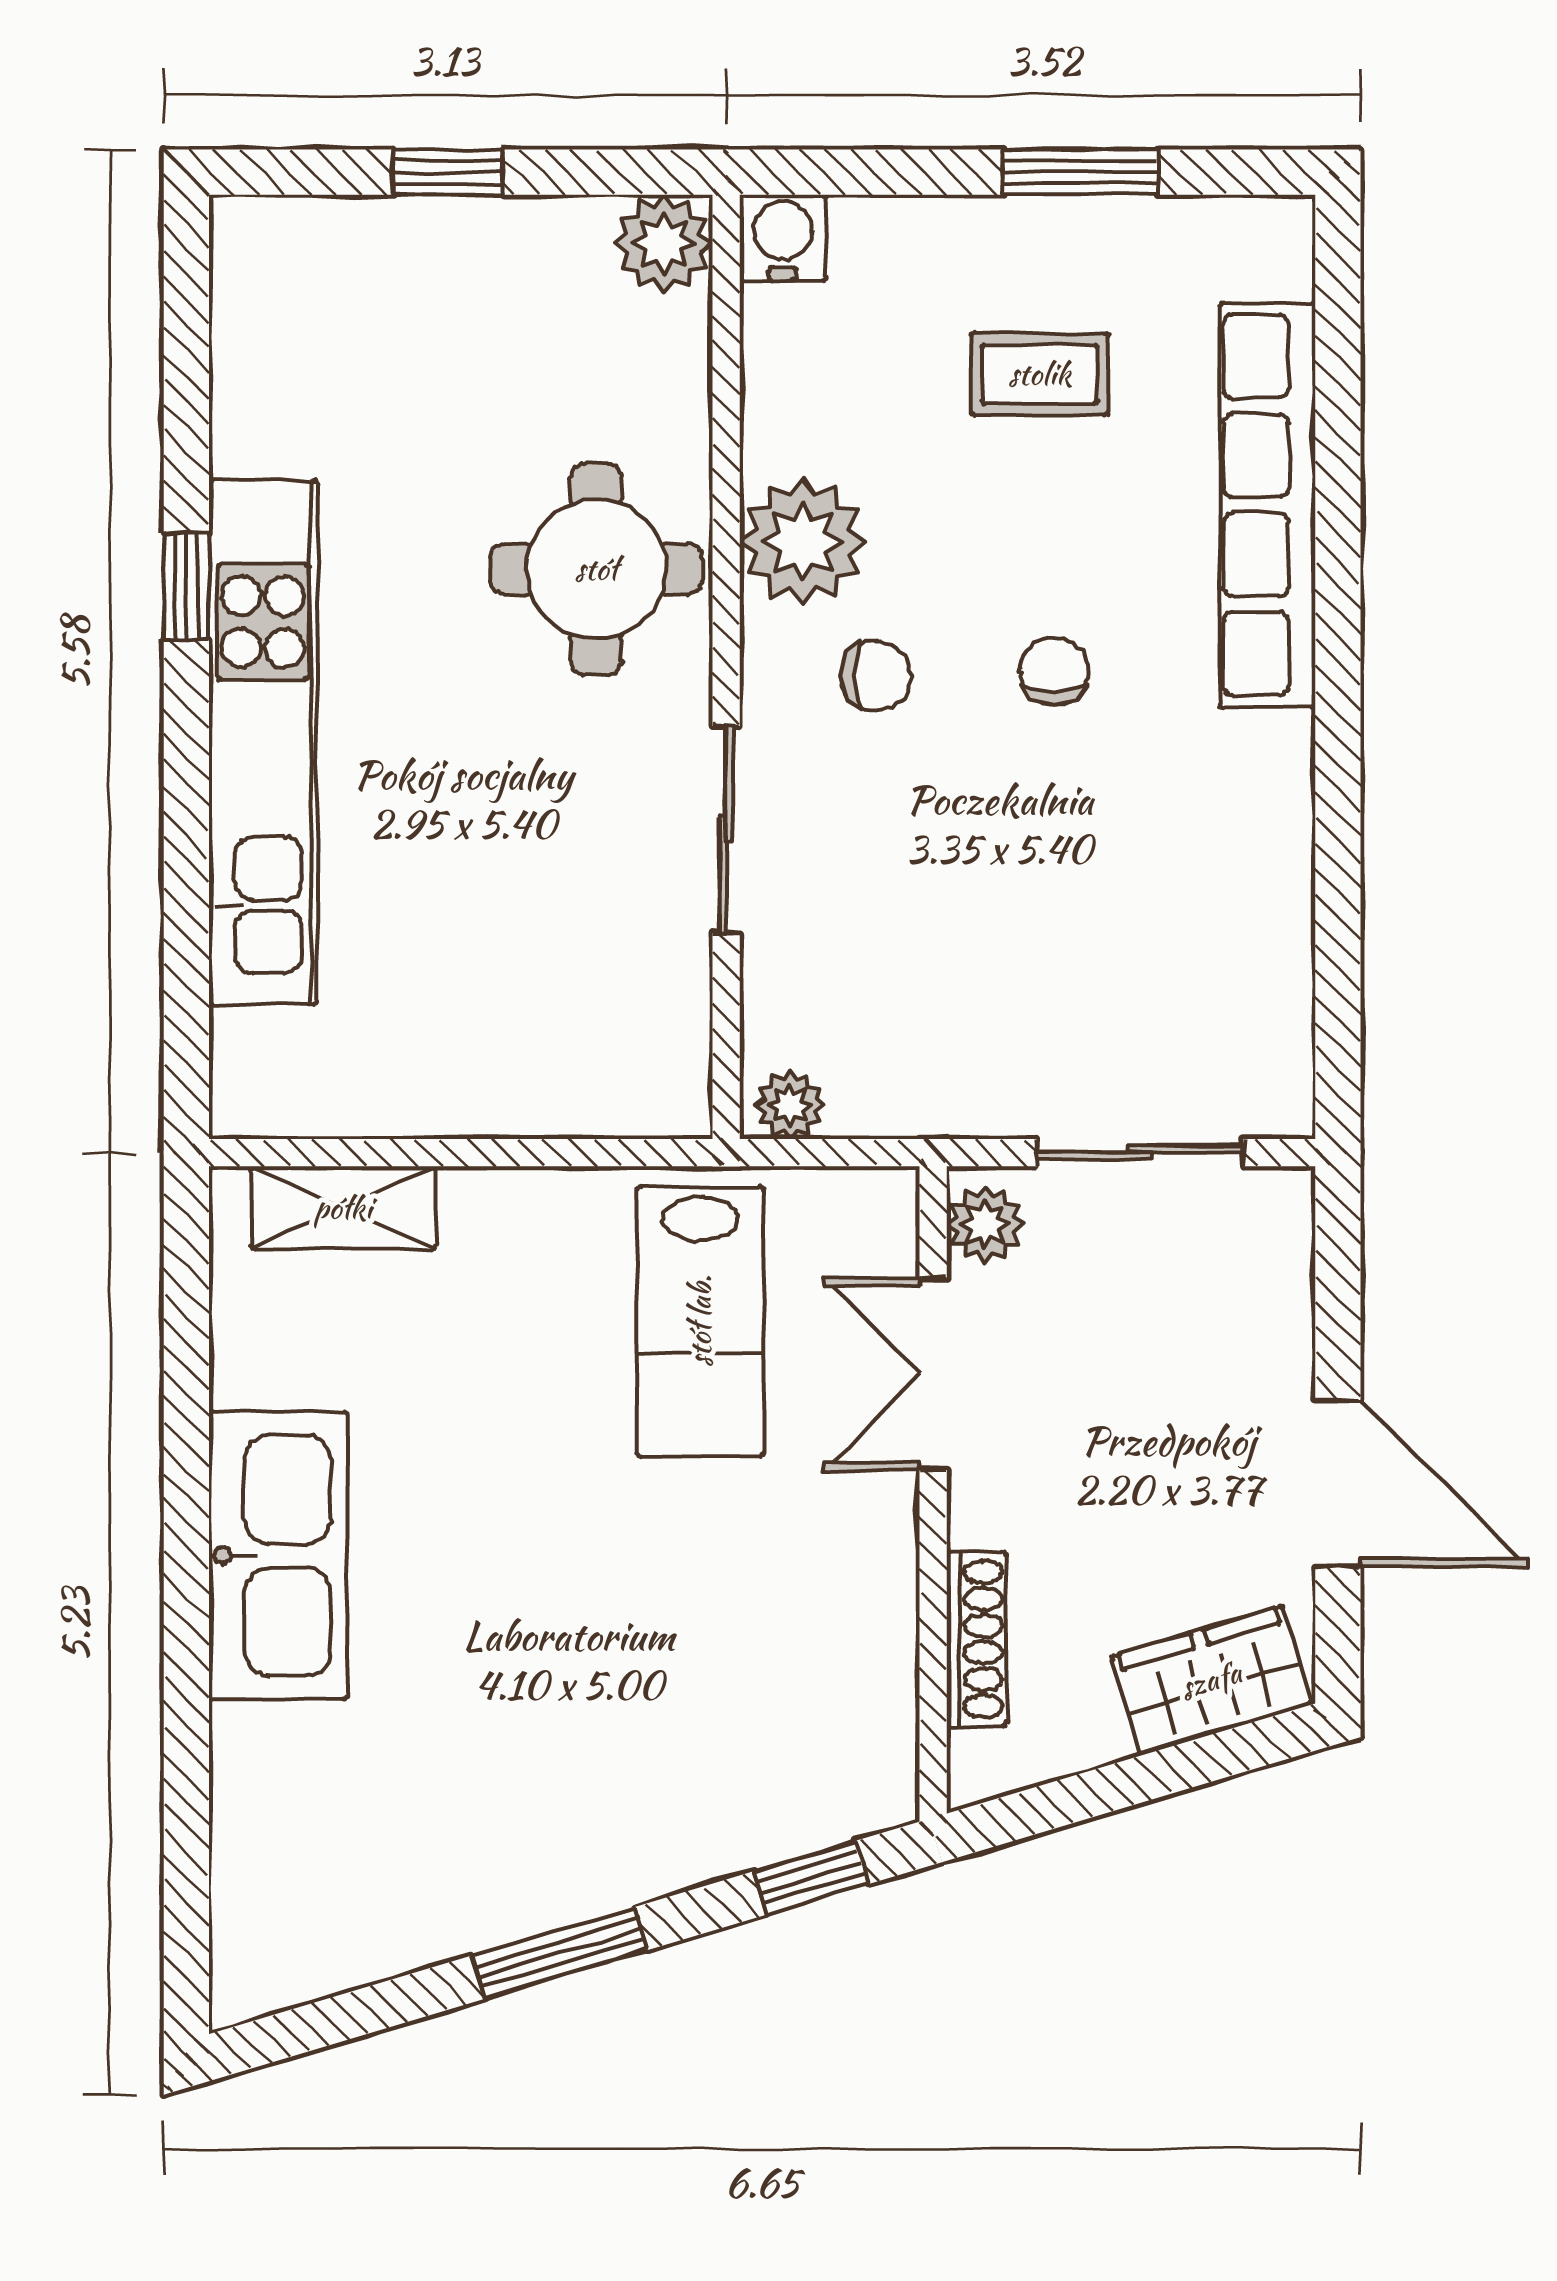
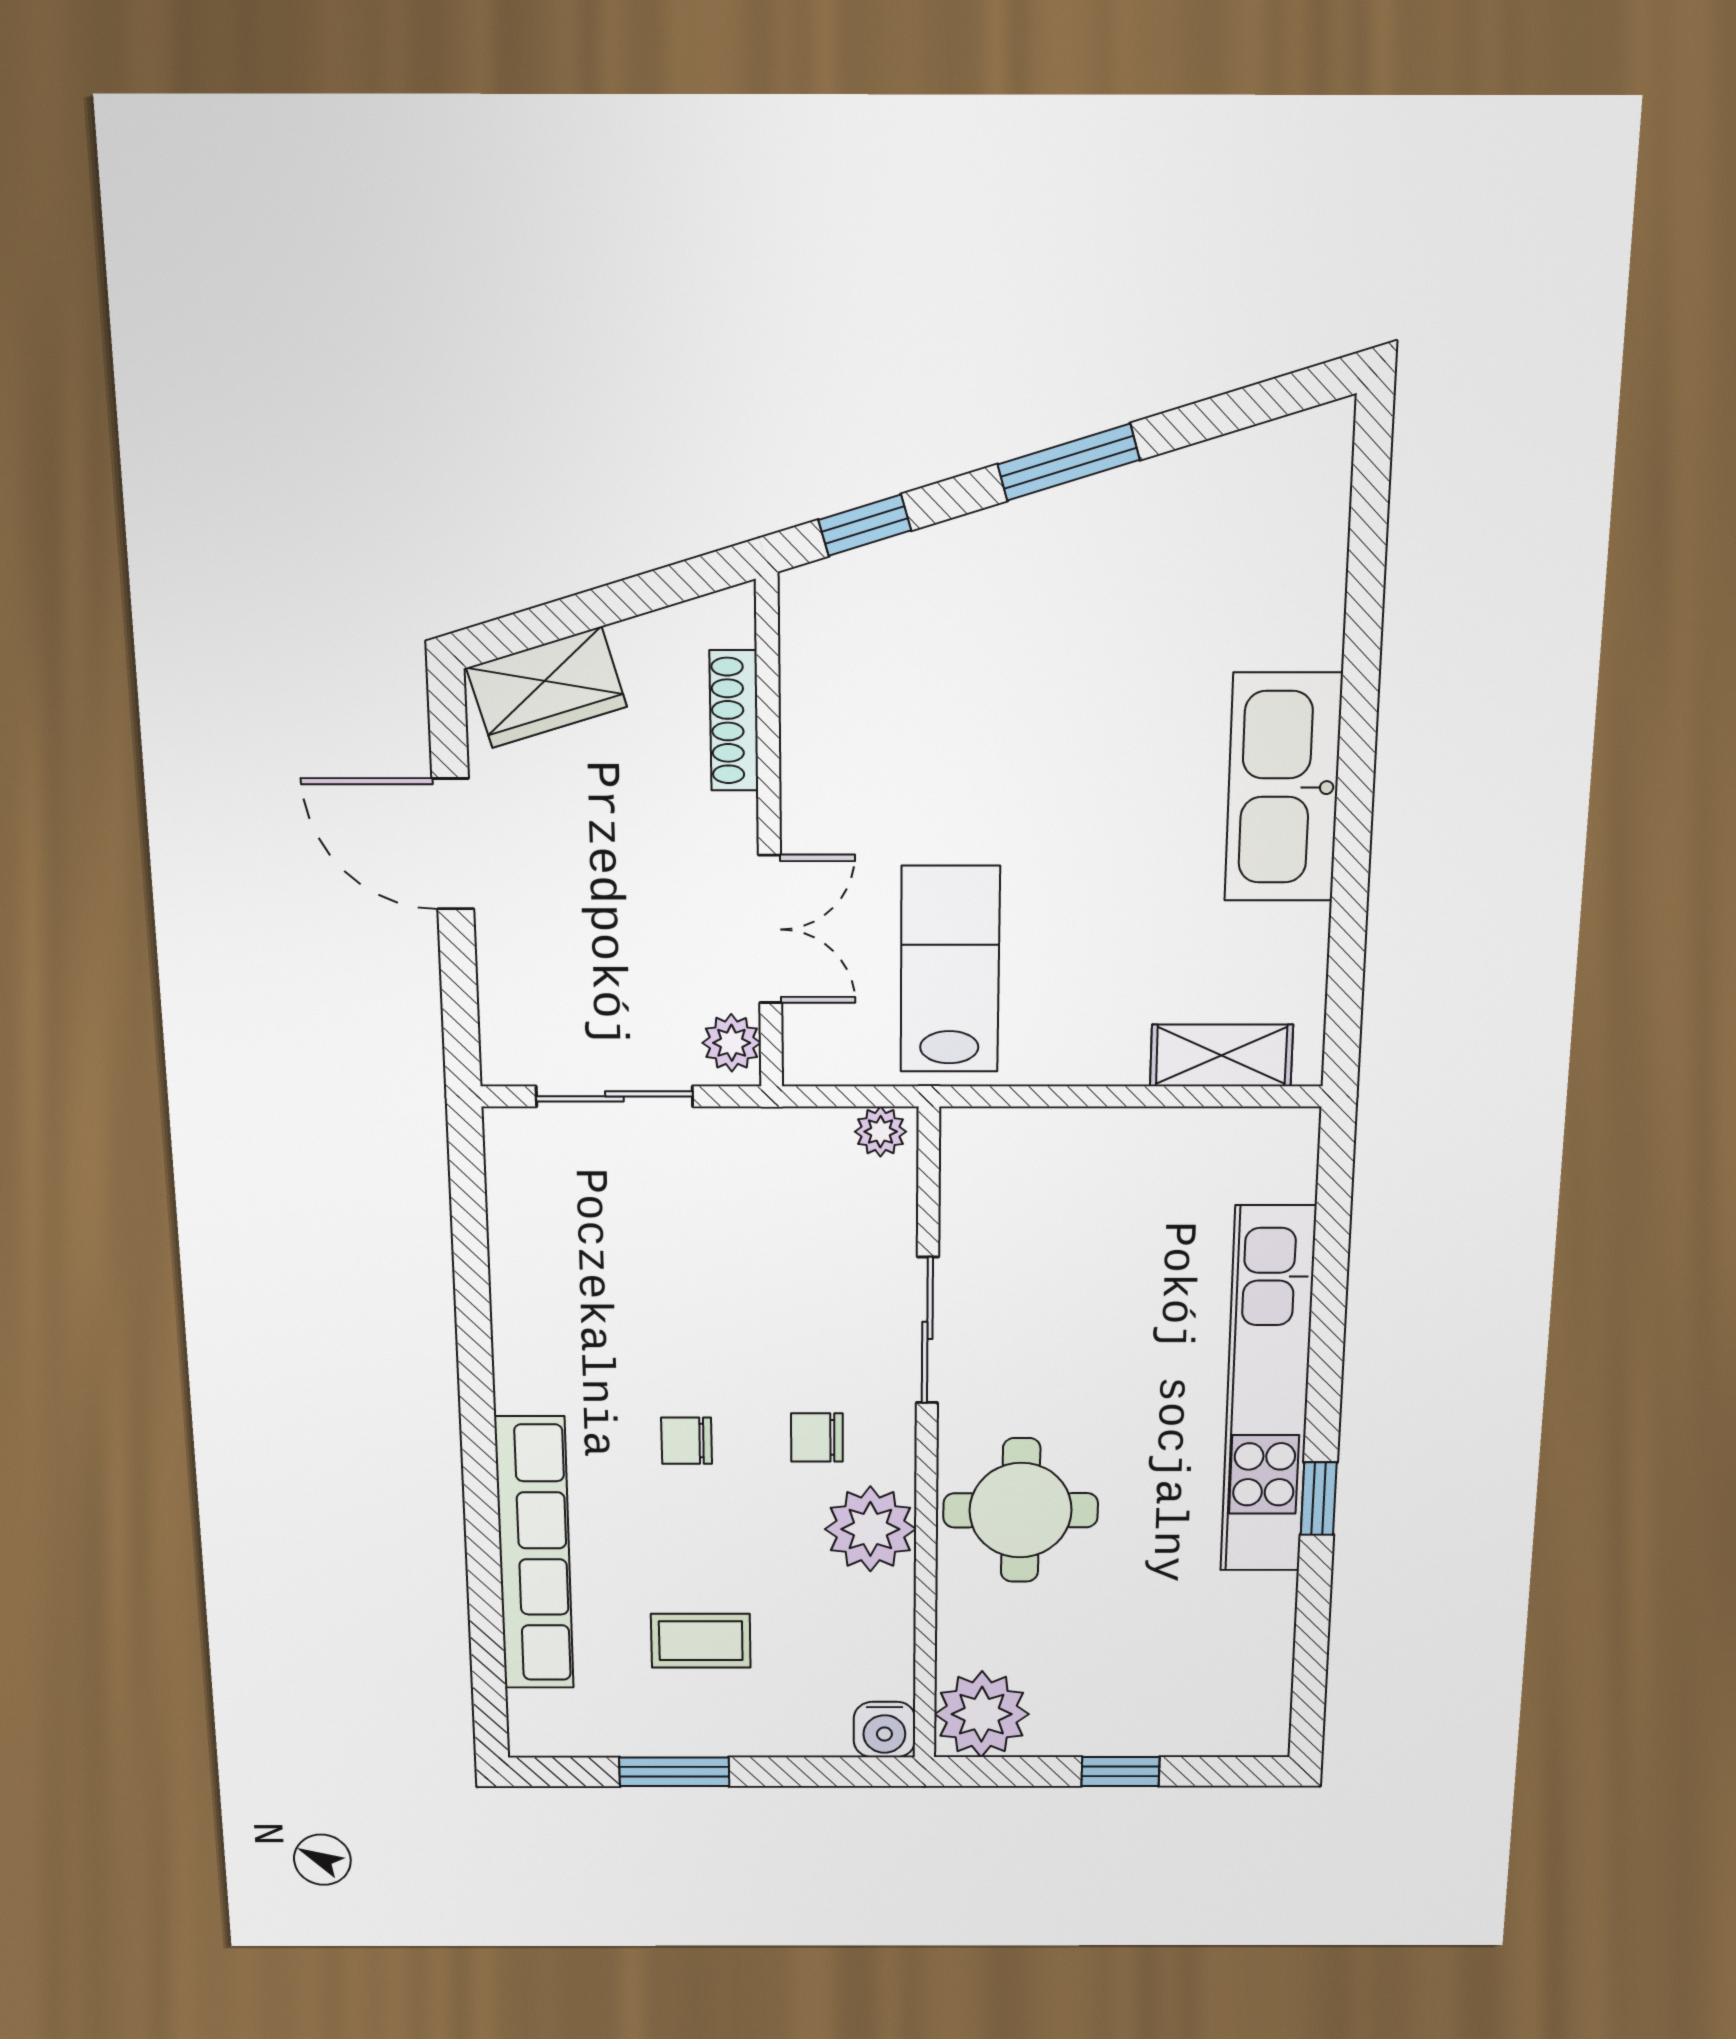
plant: (664, 243) -> (982, 1714), width x1.36, depth x1.36
chair: (1054, 671) -> (687, 1441), turned 90

